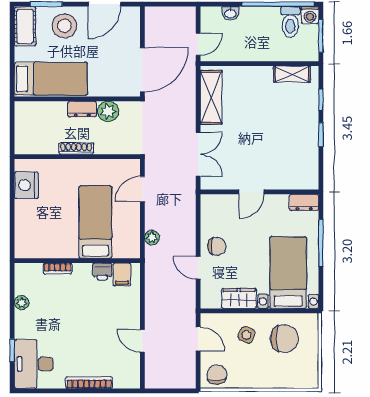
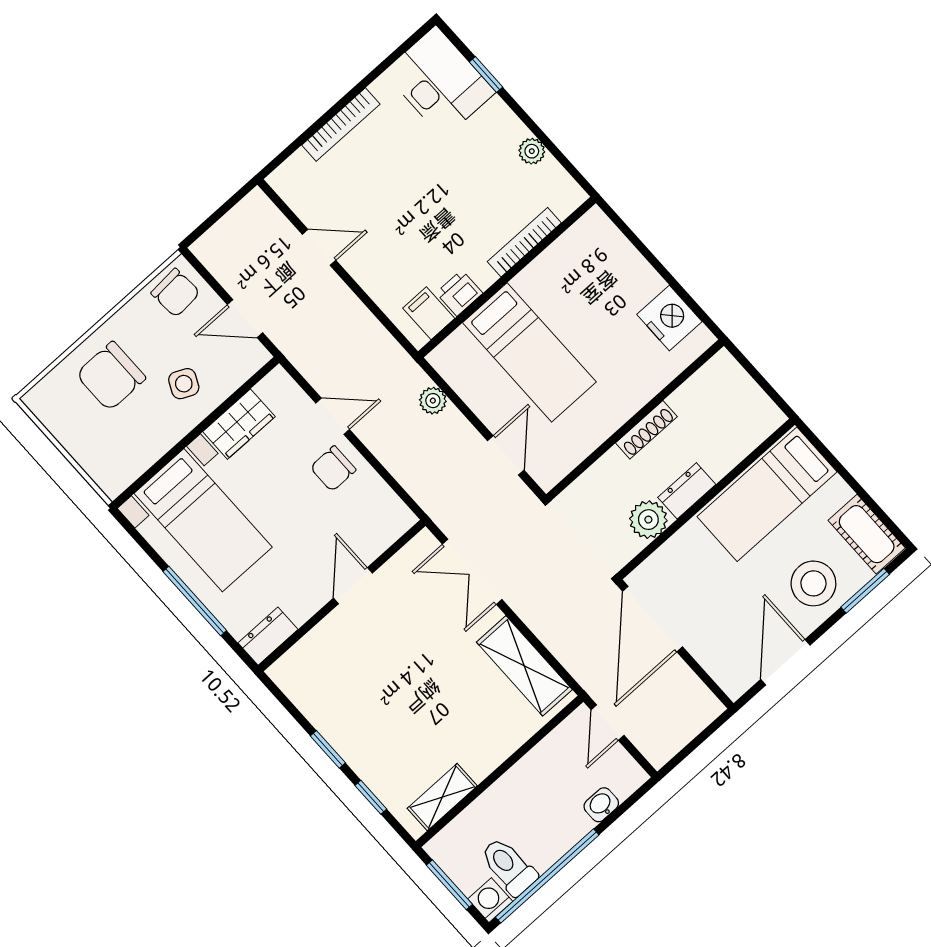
bookcase: (58, 269) -> (524, 242), width x1.56
chair: (284, 339) -> (111, 376), moved

